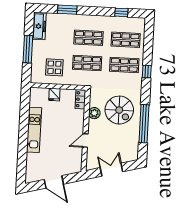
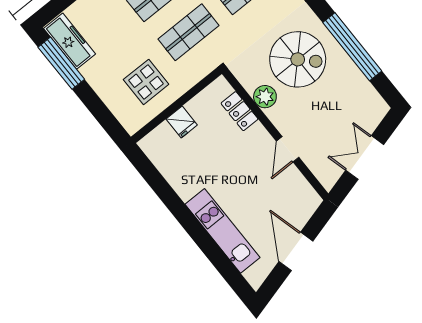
window: (28, 49) -> (61, 63), moved
locker: (80, 99) -> (240, 111), moved
kitchen unit: (34, 130) -> (222, 231), moved
door: (54, 182) -> (296, 251), swing flipped

